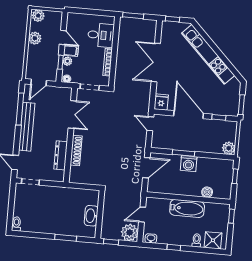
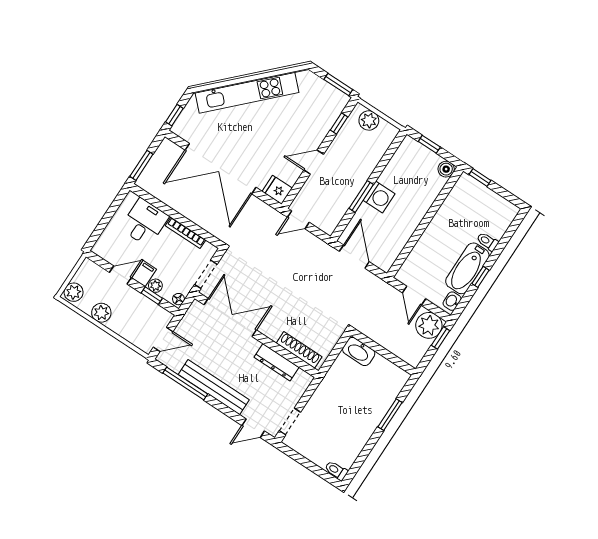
double door: (156, 63) -> (221, 169), width x1.36
door: (39, 82) -> (163, 339), hinge flipped
double door: (72, 115) -> (230, 317), width x1.37
door: (189, 115) -> (314, 162), width x0.53
plant: (229, 148) -> (369, 120), moved
shoe rack: (76, 151) -> (299, 350), moved
boiler: (207, 192) -> (446, 169), moved
bathtub: (187, 208) -> (467, 268), moved, turned 180
washbasin: (91, 216) -> (359, 352), moved
shower: (213, 240) -> (499, 220), removed
window: (111, 242) -> (440, 338), moved

